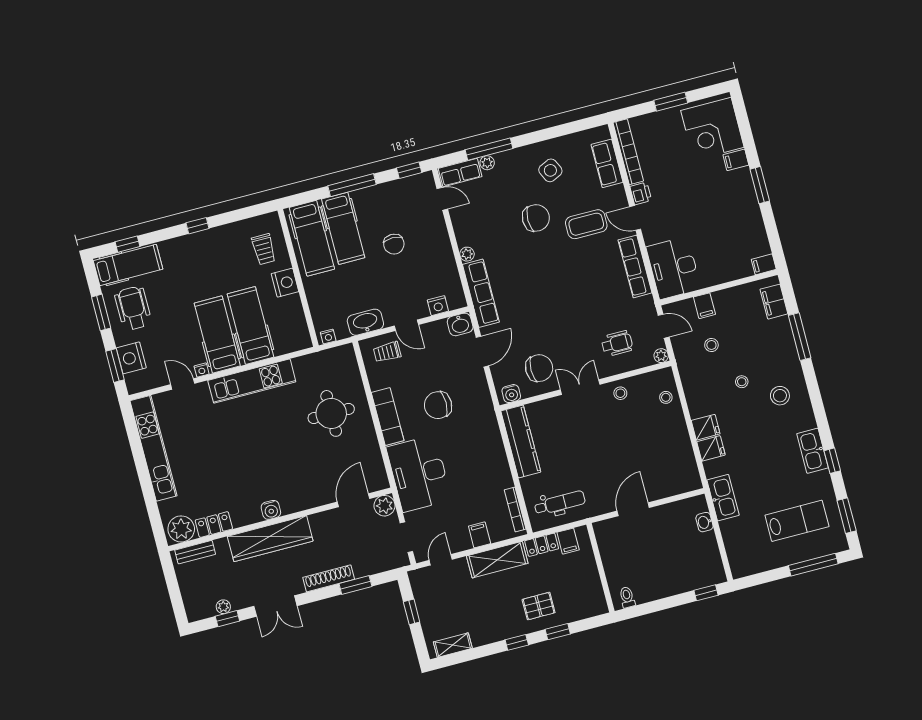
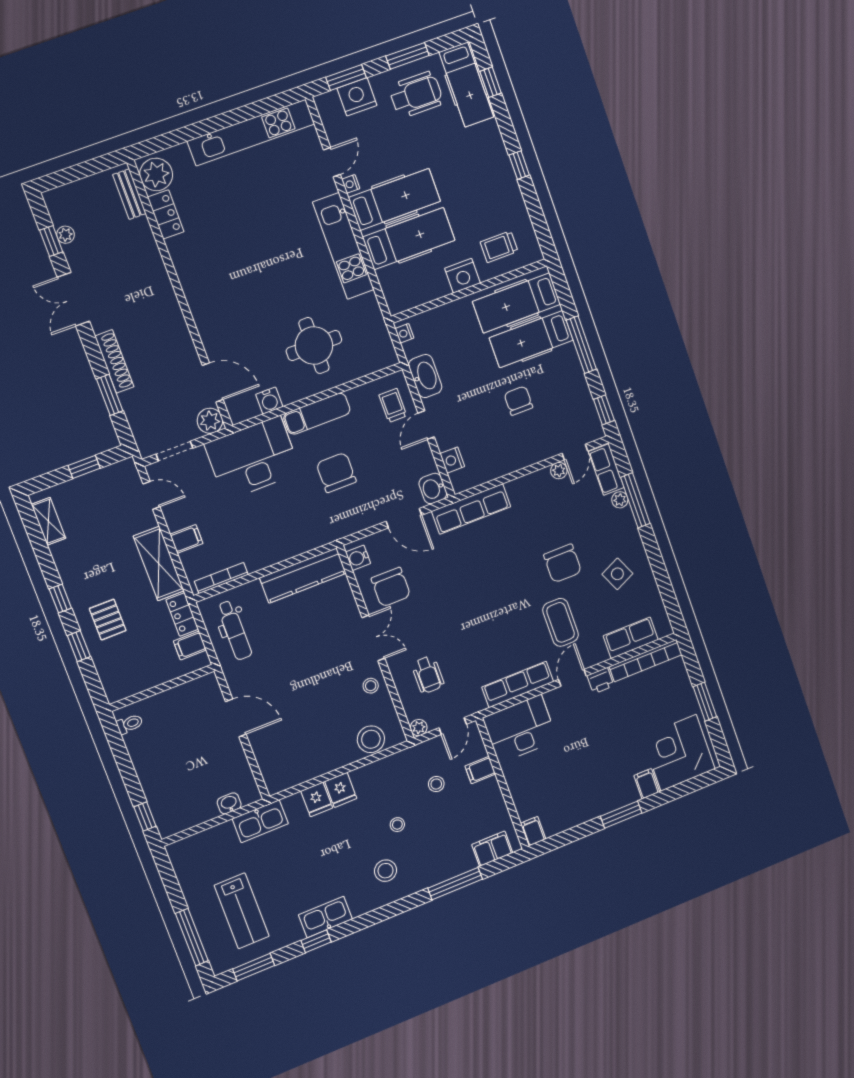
chair: (394, 244) -> (518, 401), turned 90
plant: (467, 254) -> (559, 471), moved
stool: (666, 397) -> (371, 739), width x1.89, depth x1.89
water cooler: (271, 510) -> (269, 401), moved, turned -90
wardrobe: (270, 539) -> (156, 285), removed

